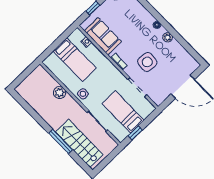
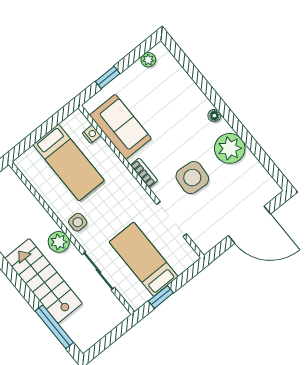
plant: (168, 37) -> (230, 148), width x1.87, depth x1.87
plant: (60, 93) -> (59, 242), moved
window: (61, 141) -> (54, 327), moved
stairs: (79, 143) -> (43, 281), moved

